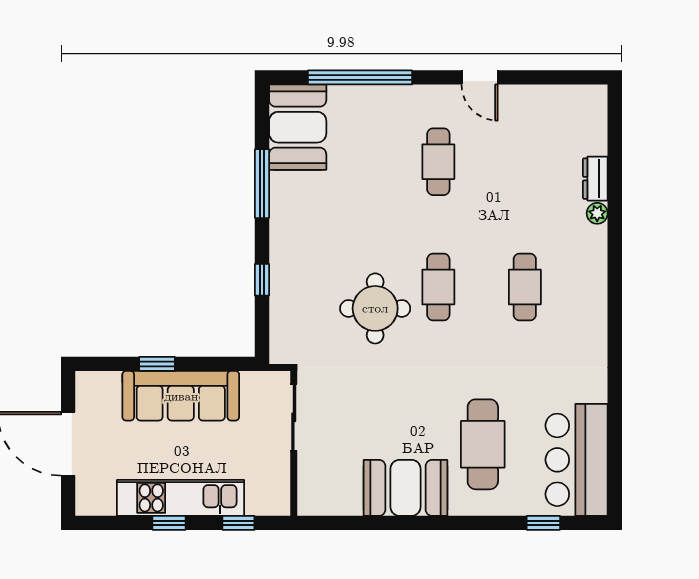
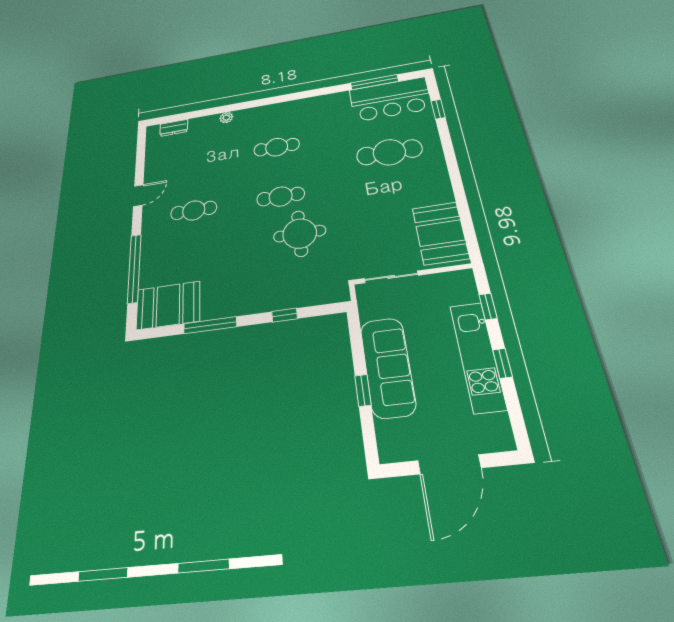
dresser: (595, 179) -> (174, 128), moved
window: (615, 442) -> (374, 82), added
booth: (406, 488) -> (440, 233), moved

